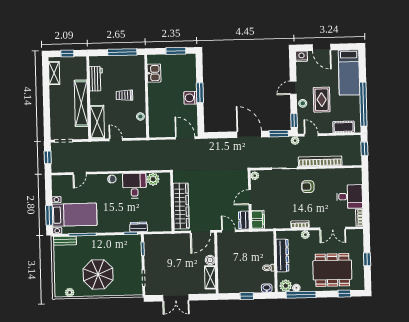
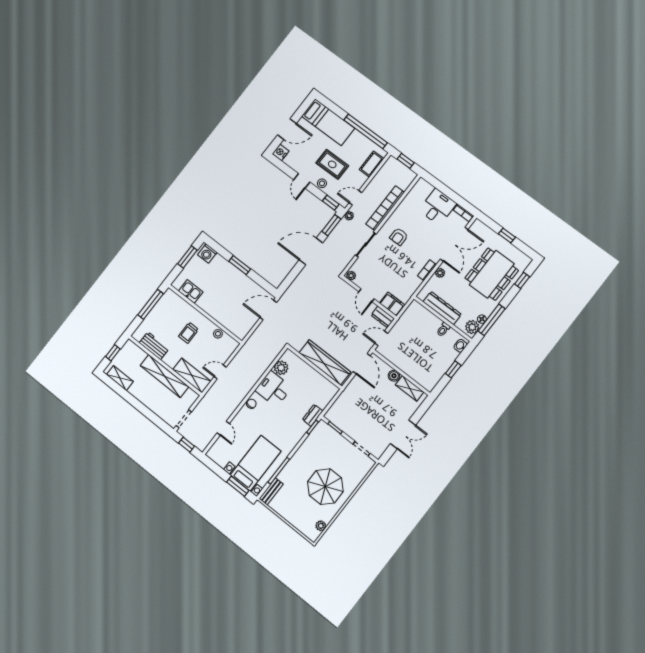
washing machine: (190, 98) -> (207, 253), moved
double door: (333, 228) -> (454, 244), width x1.37

